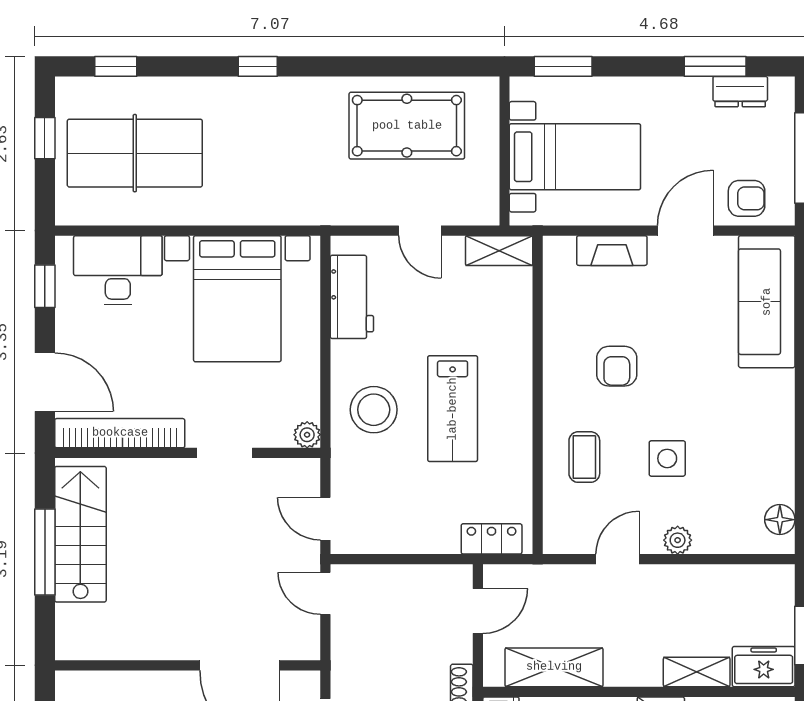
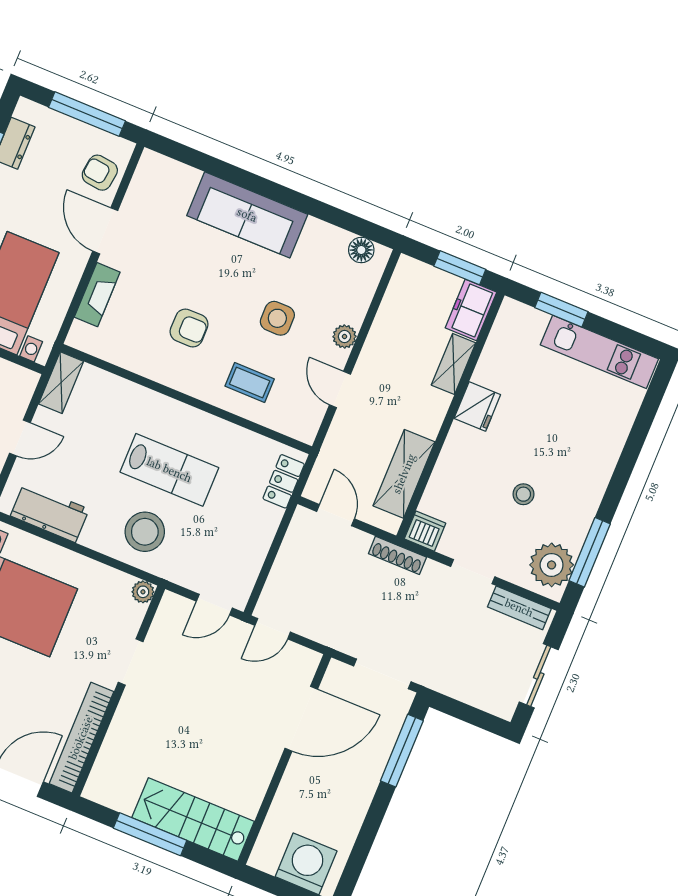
armchair: (747, 198) -> (100, 173), turned -83
sofa: (767, 302) -> (247, 215), moved
stairs: (80, 534) -> (193, 820), moved

